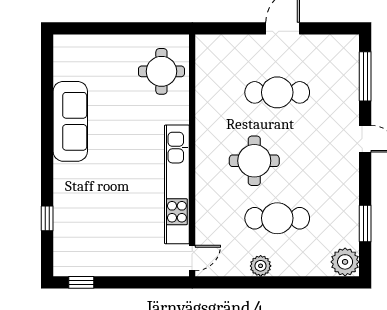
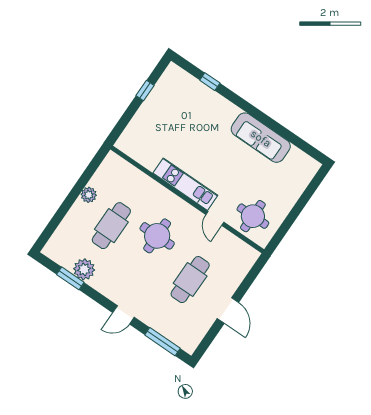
kitchen unit: (177, 184) -> (185, 184), width x0.73
door: (192, 258) -> (215, 218), moved
plant: (345, 262) -> (84, 269), moved
window: (81, 282) -> (145, 90), moved

